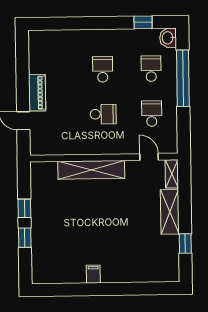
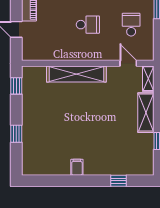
window: (24, 208) -> (16, 86), moved
window: (140, 289) -> (118, 181), added

